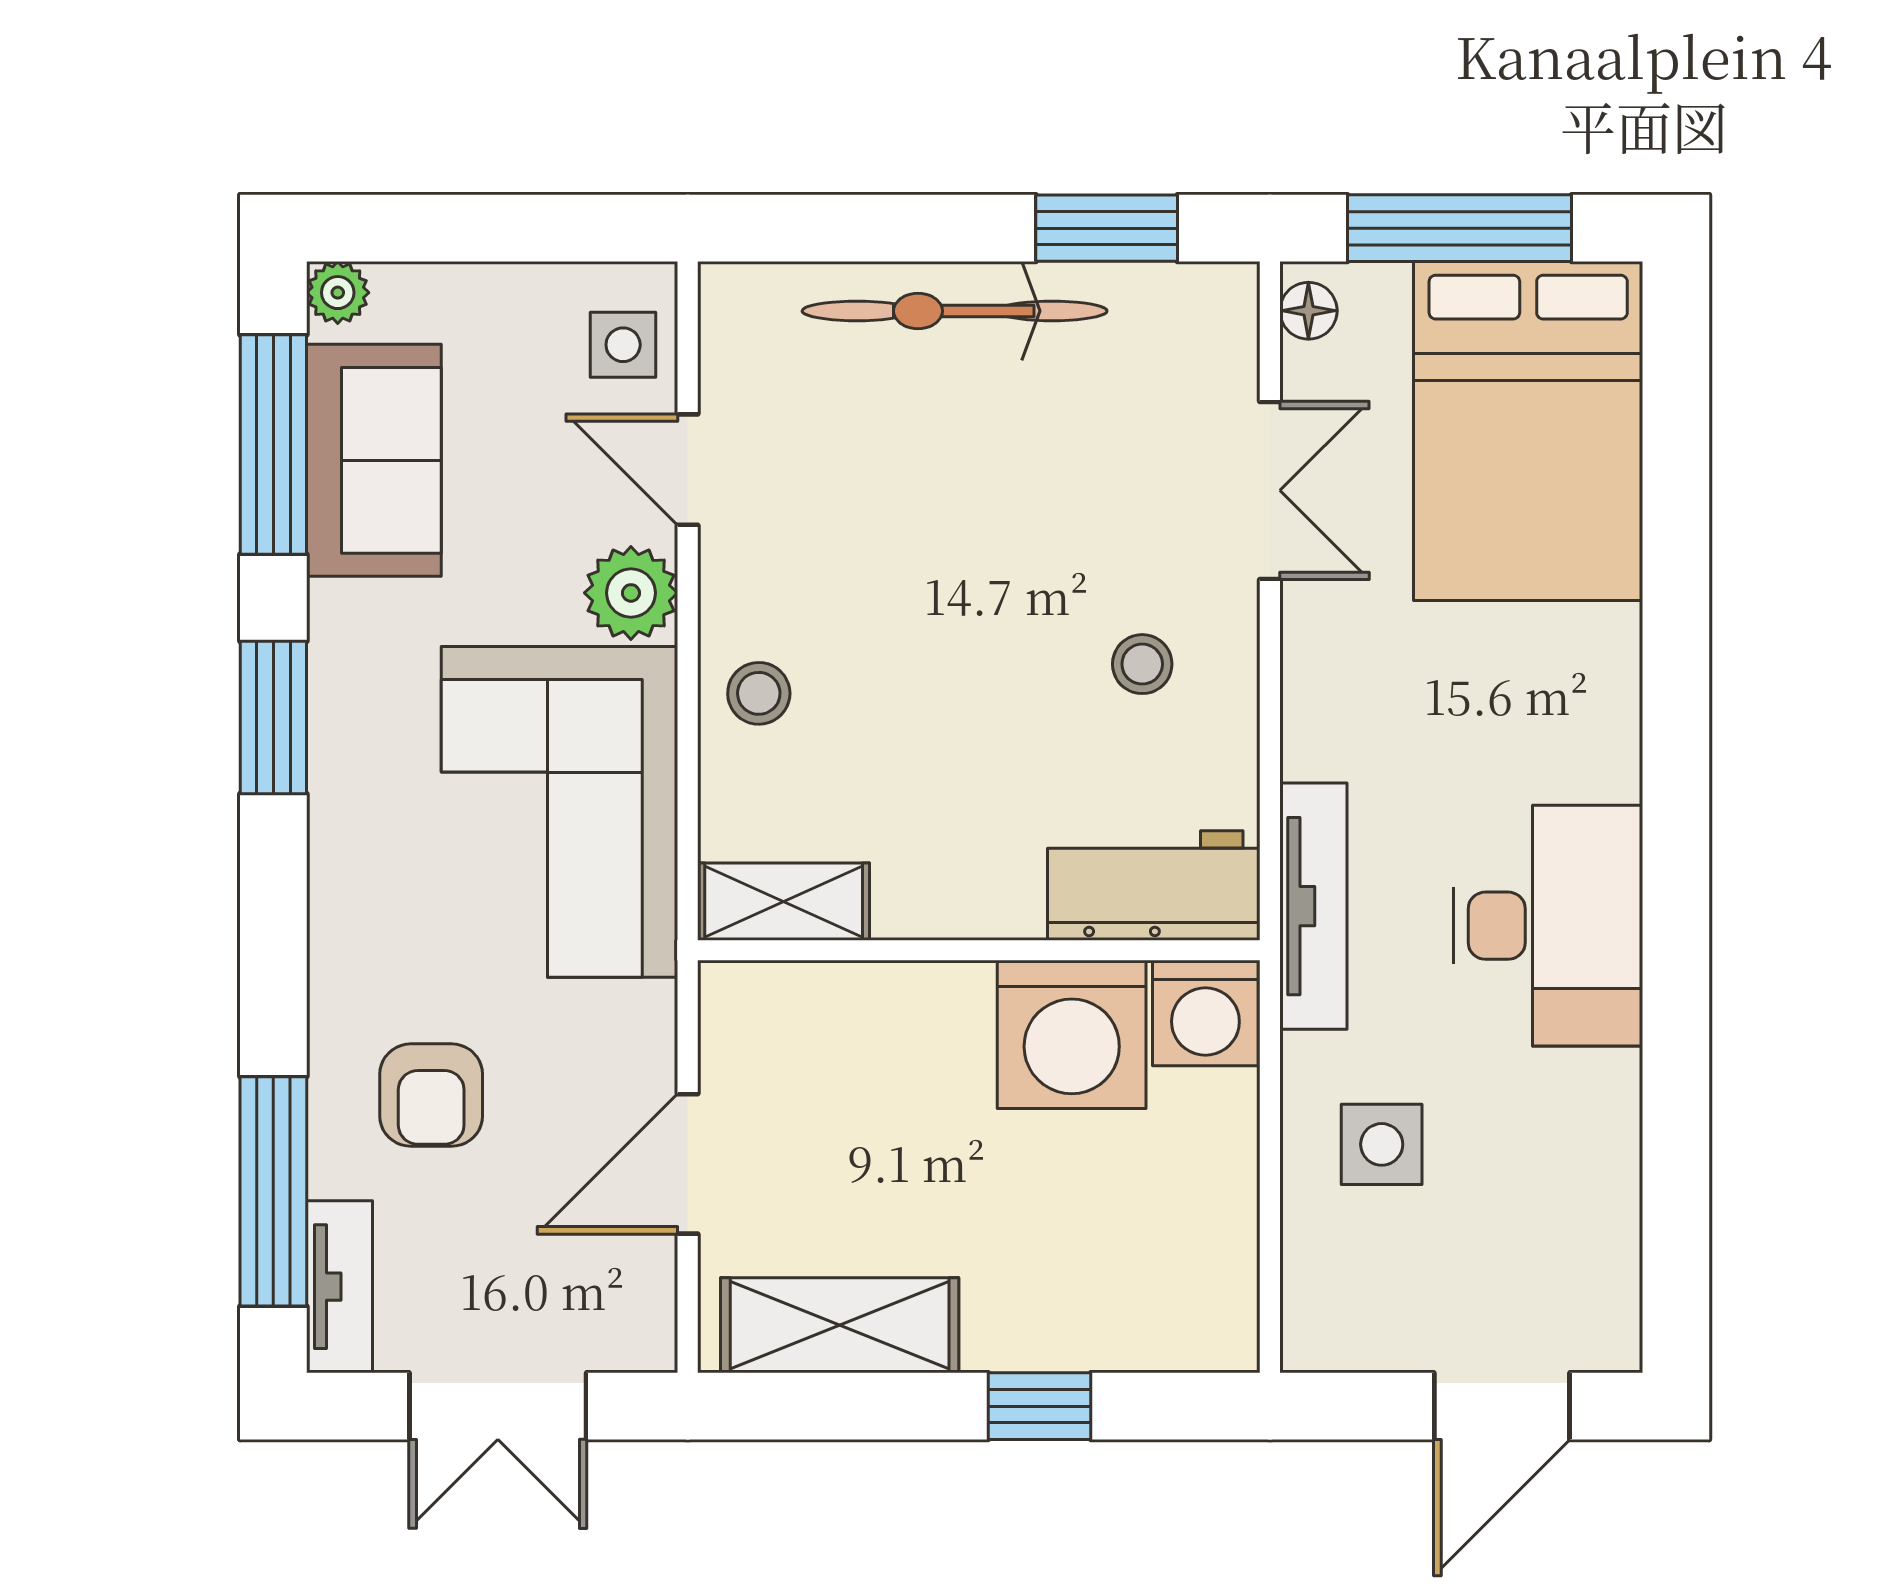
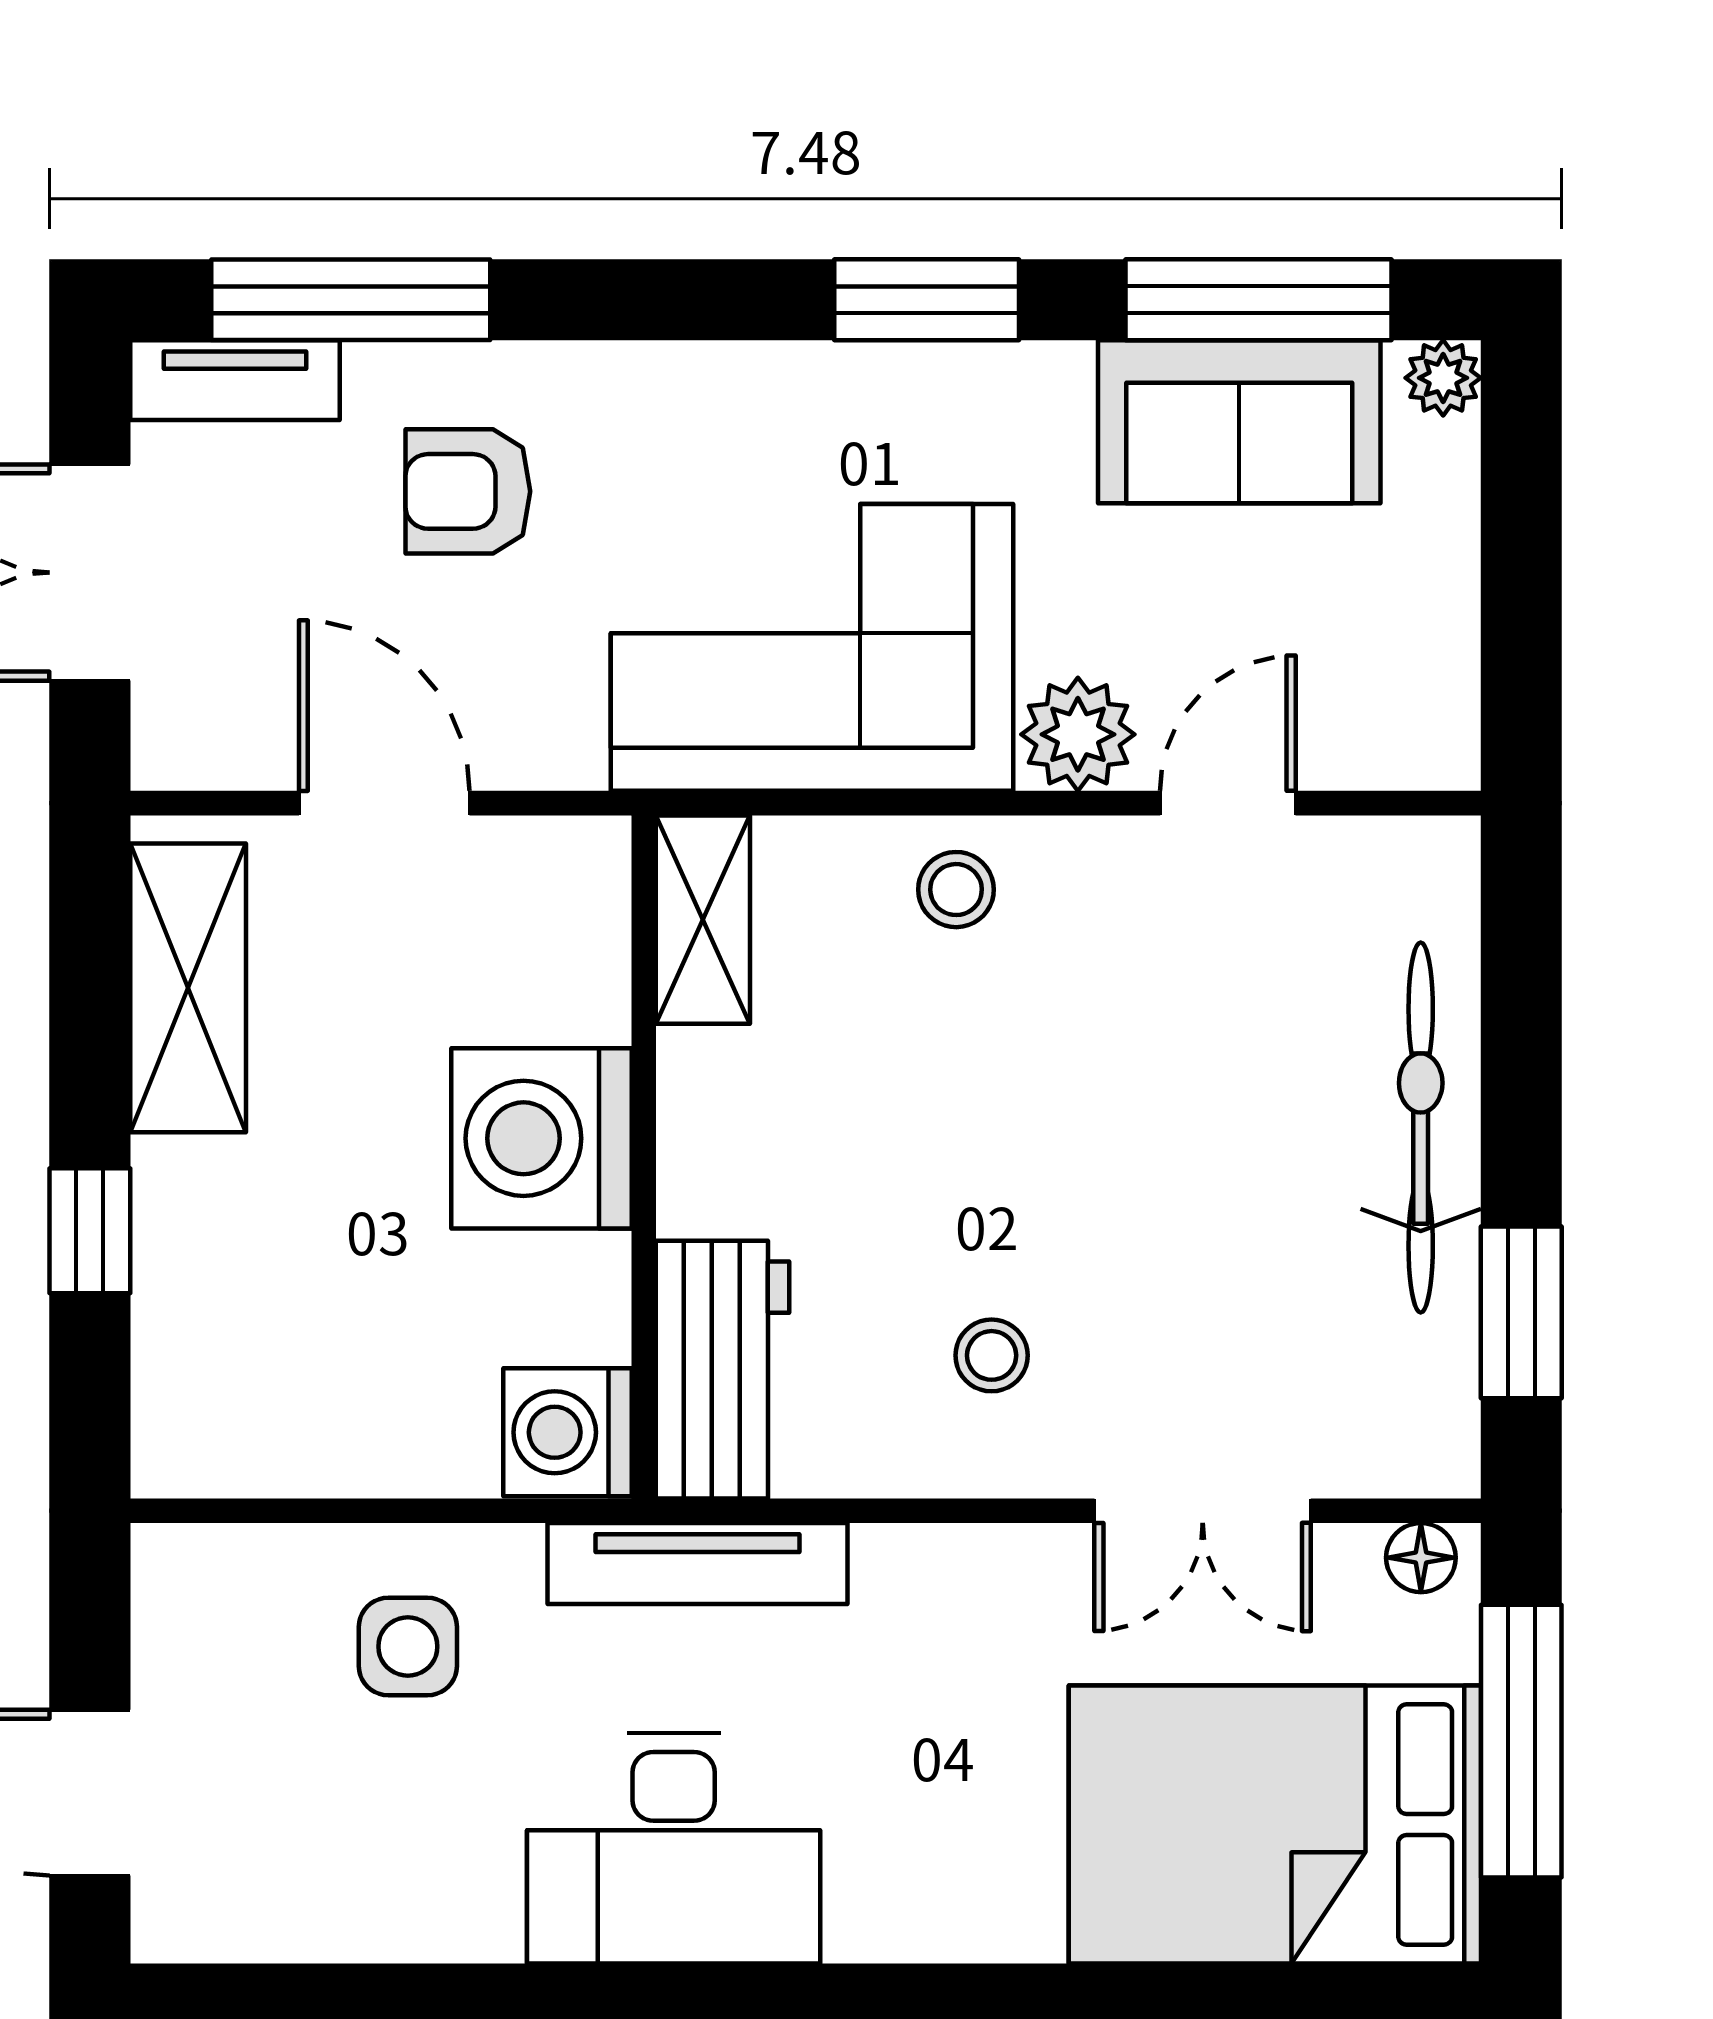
side table: (623, 345) -> (1380, 725), removed
washing machine: (1072, 1034) -> (541, 1138), moved

